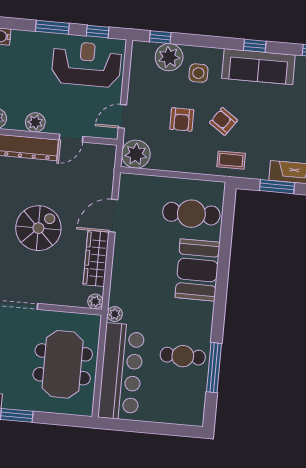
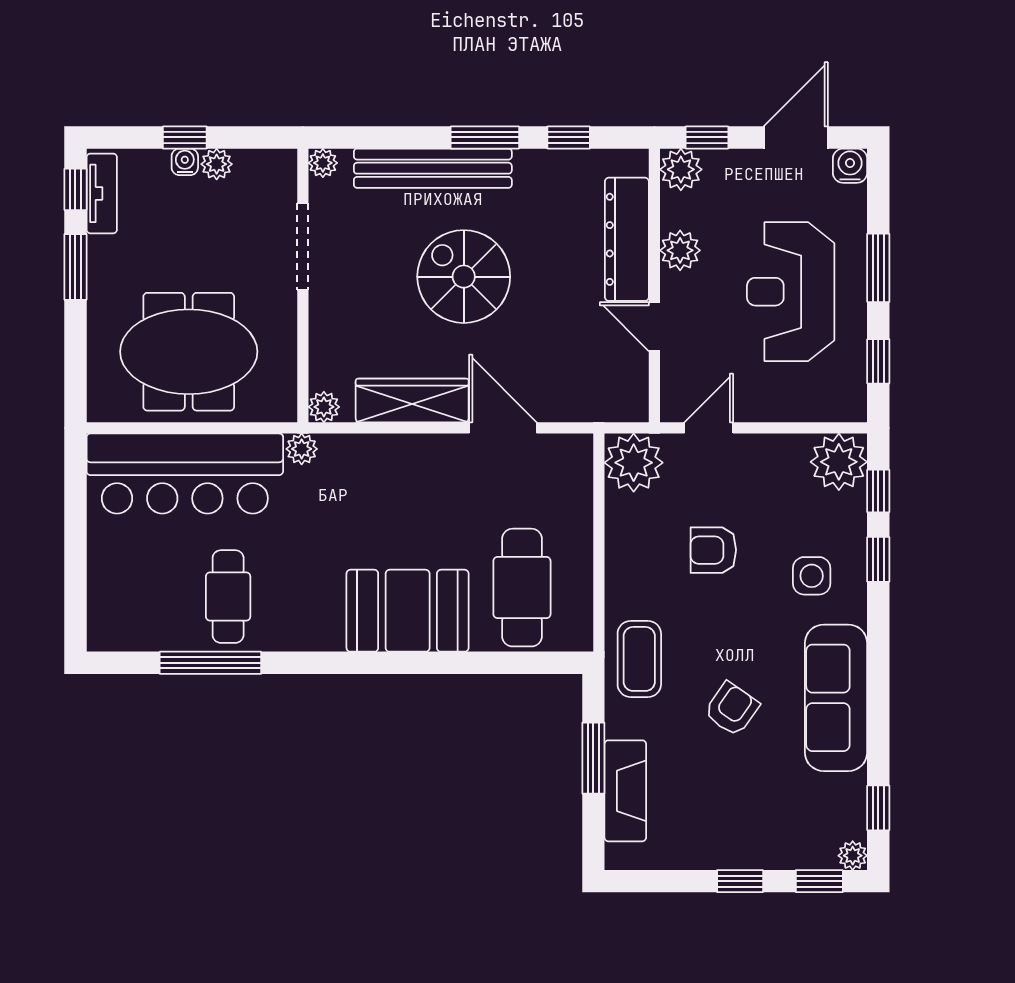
window: (255, 46) -> (878, 559), moved
plant: (169, 57) -> (839, 462), moved
reception desk: (87, 64) -> (791, 292), moved, turned 180
door: (122, 116) -> (709, 428), hinge flipped
armchair: (224, 121) -> (732, 709), moved
coffee table: (231, 160) -> (639, 659), width x1.36, depth x1.30
spiral stairs: (38, 228) -> (464, 277), turned 180

